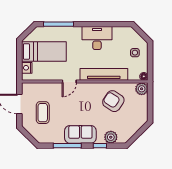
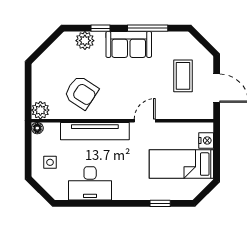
window: (59, 24) -> (160, 203), width x0.46
desk: (97, 38) -> (90, 183), moved

